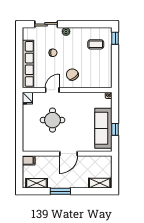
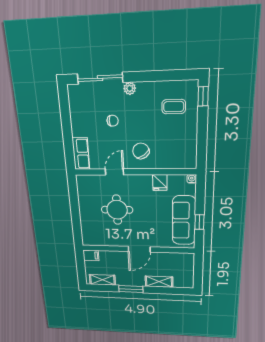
sliding door: (46, 24) -> (100, 78), width x1.37
row of seats: (28, 64) -> (81, 154), width x0.50
fridge: (27, 98) -> (160, 182), moved
shelving: (100, 183) -> (159, 282), moved

